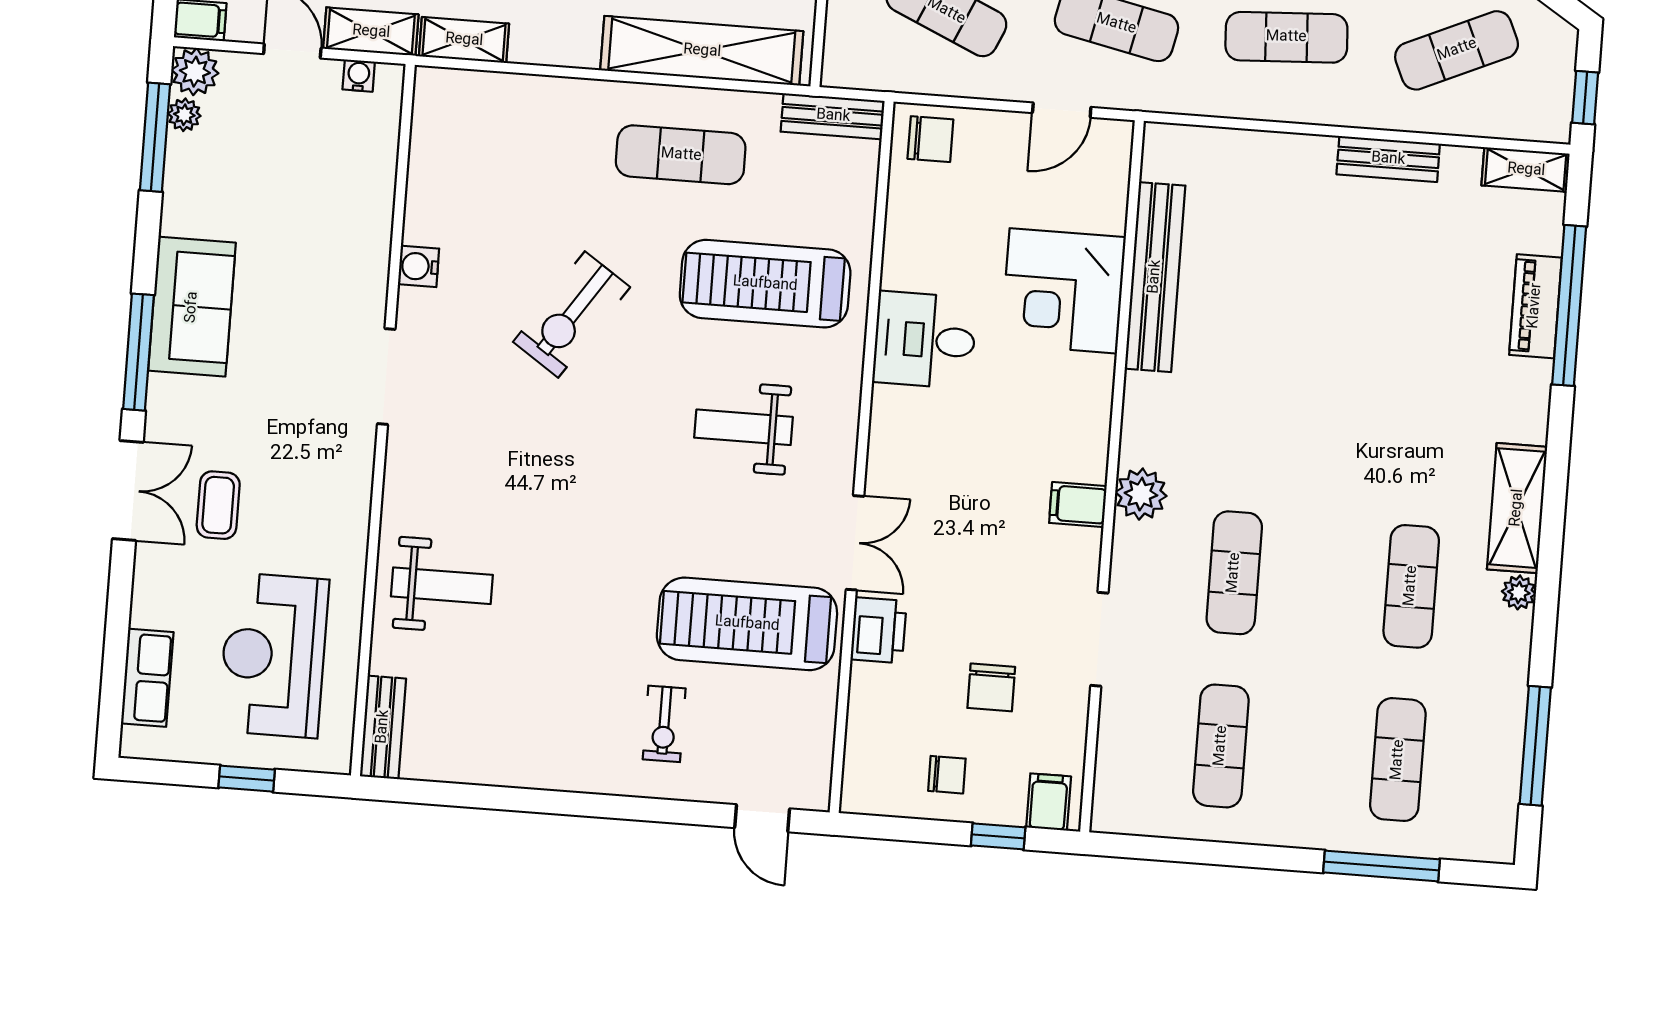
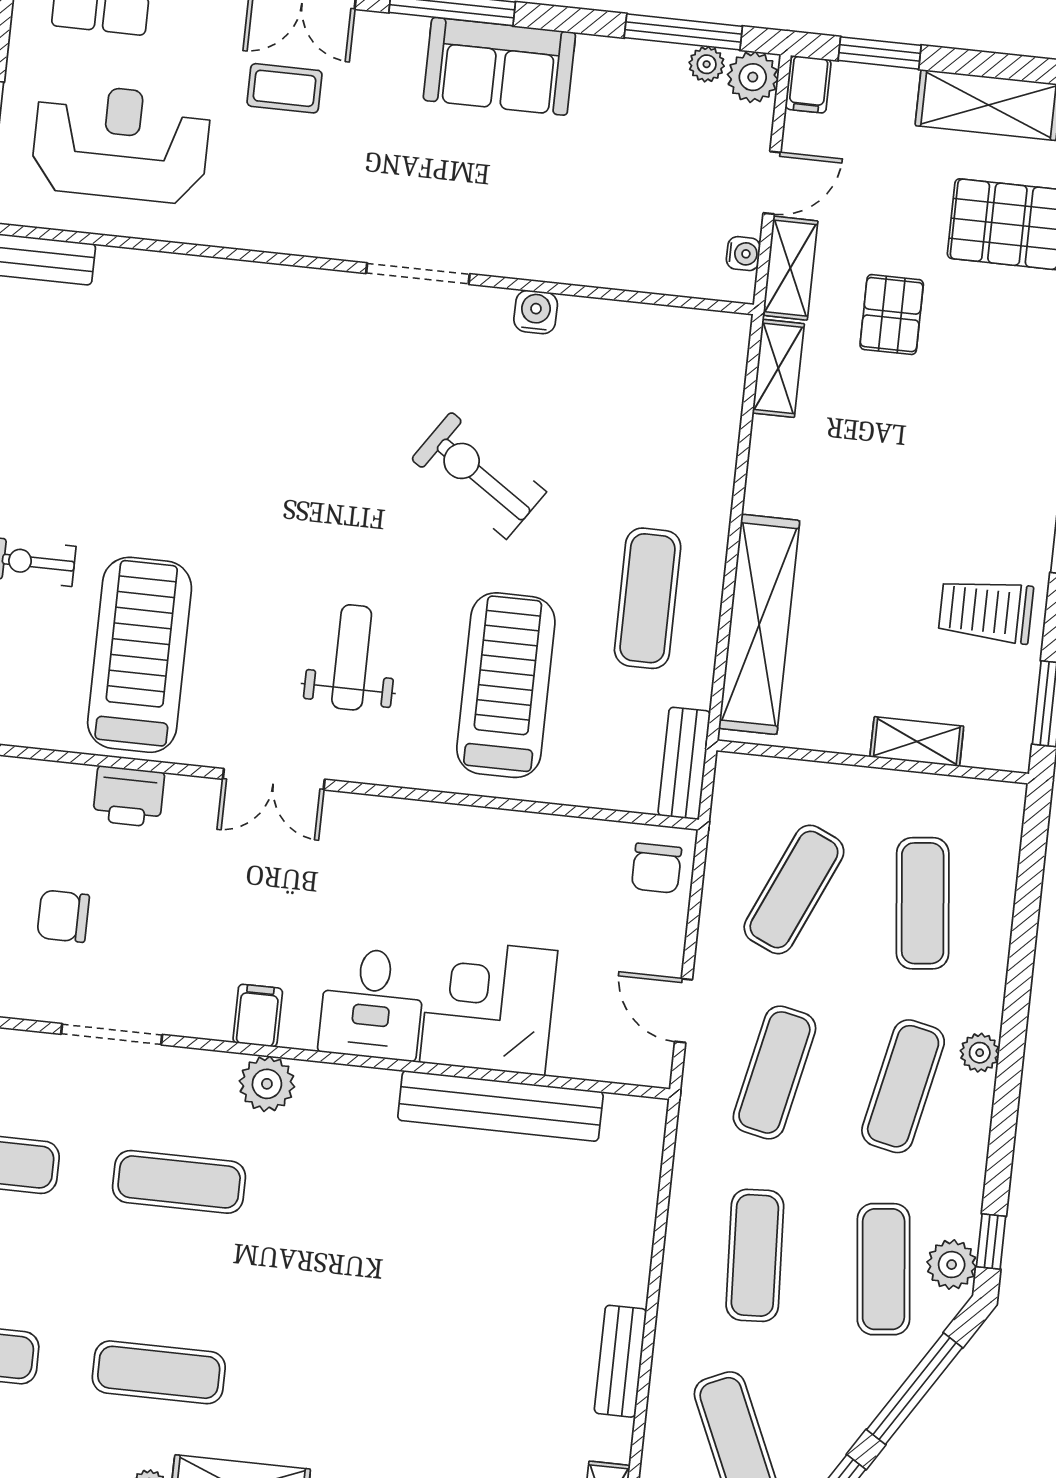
desk: (925, 340) -> (372, 1004), moved, turned 180
double door: (855, 543) -> (274, 779), moved
weight bench: (442, 586) -> (190, 327), removed

